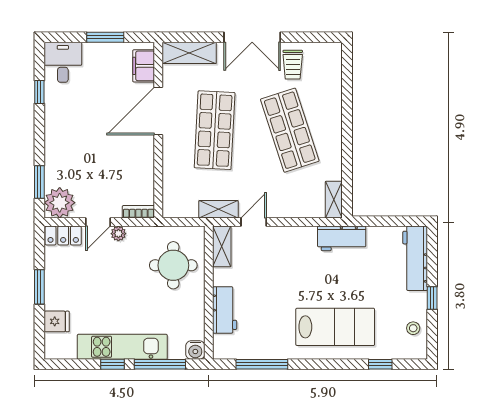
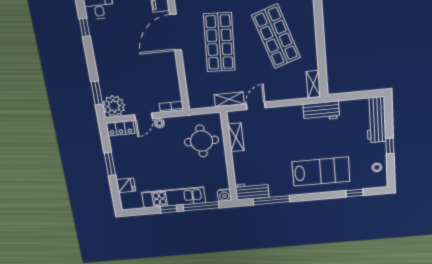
shelving: (222, 246) -> (236, 137), moved
workbench: (225, 310) -> (252, 191), moved, turned -90

